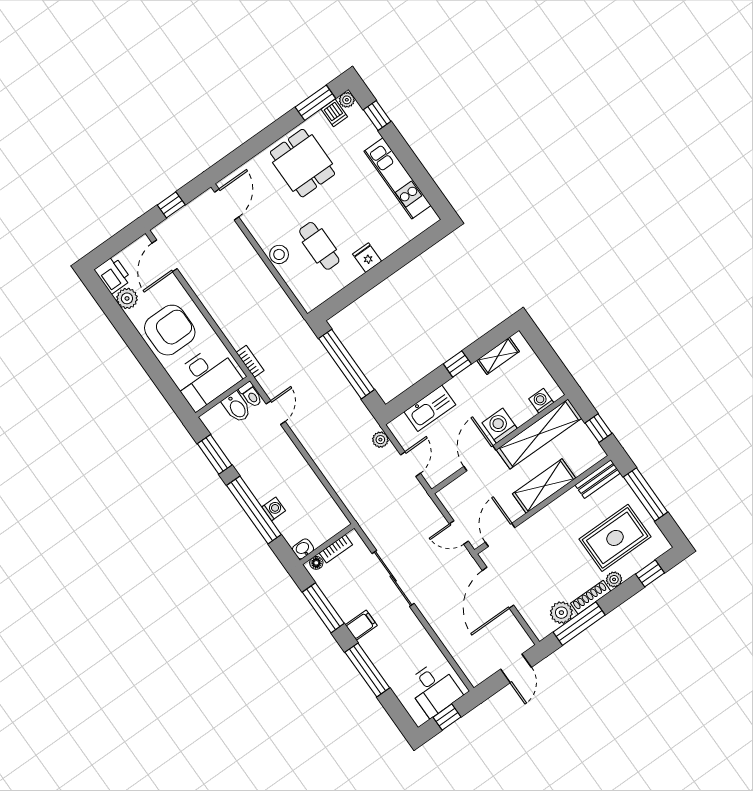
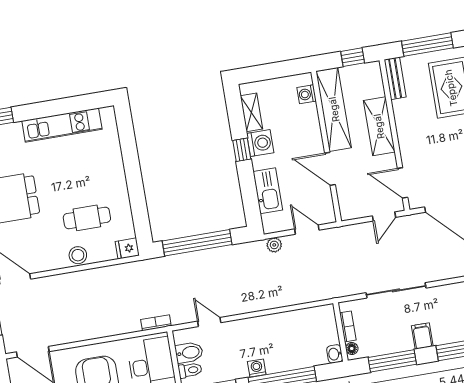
fridge: (367, 258) -> (127, 248), moved
toilet: (251, 395) -> (190, 370), moved
washing machine: (500, 426) -> (260, 143), moved, turned 180
washing machine: (274, 509) -> (257, 368), moved

